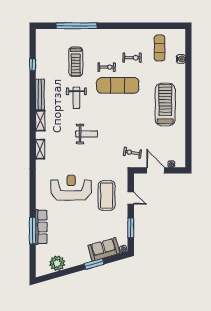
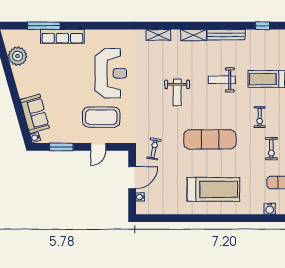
exercise mat: (118, 85) -> (210, 139), moved, turned 90
window: (33, 231) -> (44, 26), moved
window: (94, 264) -> (17, 102), removed

